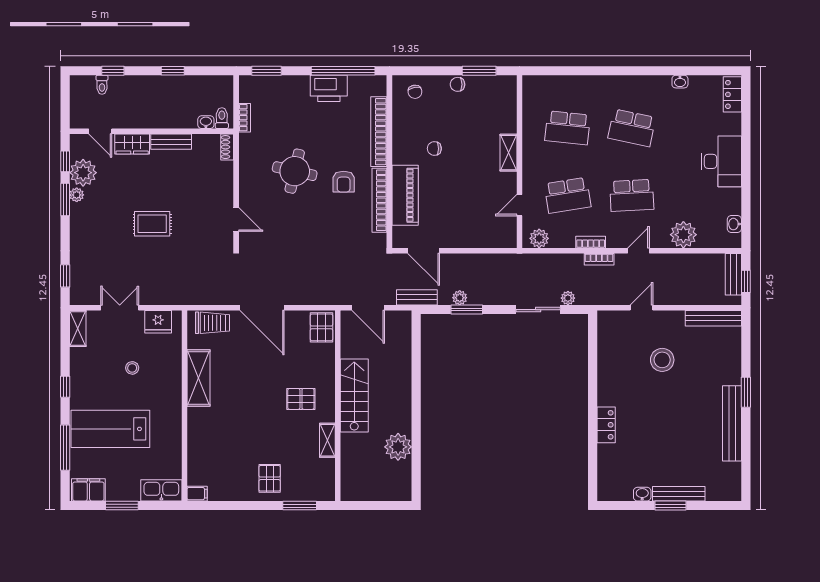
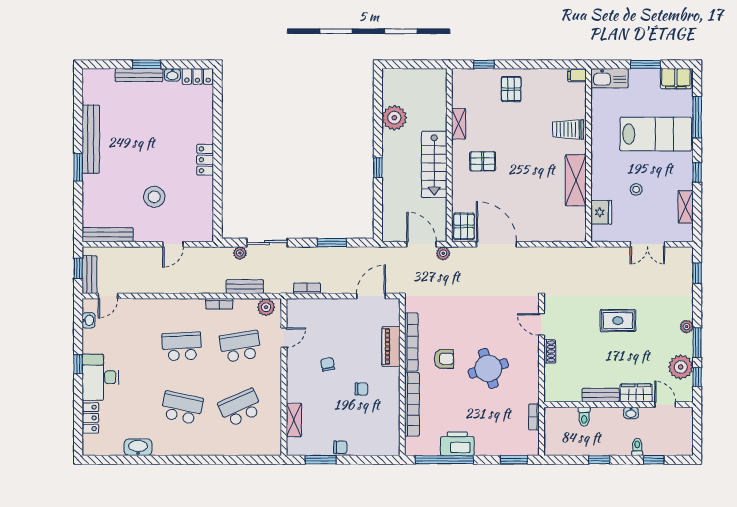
washbasin: (680, 82) -> (138, 447), width x1.91, depth x1.45
toilet: (102, 85) -> (637, 447), moved
chair: (415, 92) -> (328, 364), moved
locker: (732, 94) -> (90, 418), moved
toilet: (222, 118) -> (584, 417), moved
washbasin: (206, 122) -> (631, 413), moved
school desk: (568, 128) -> (240, 408), turned -30
shoe rack: (227, 147) -> (550, 351), moved
shelving: (508, 153) -> (294, 420), moved
round table: (295, 171) -> (488, 368), turned -30
window: (746, 176) -> (78, 364), added
armchair: (344, 182) -> (444, 359), turned 90
plant: (77, 195) -> (687, 327), moved
piano: (405, 195) -> (391, 346), width x0.73, depth x0.75
plant: (683, 235) -> (135, 311), removed
door: (424, 251) -> (371, 296), hinge flipped
door: (638, 251) -> (108, 296), moved
bookcase: (599, 259) -> (307, 288), moved
bench: (417, 297) -> (245, 287), moved
plant: (460, 298) -> (443, 253), moved
door: (262, 308) -> (497, 244), moved
fridge: (158, 322) -> (601, 212), moved, turned 90
trolley: (212, 323) -> (568, 129), moved
shelving: (78, 329) -> (686, 207), moved
window: (416, 392) -> (378, 168), added
locker: (606, 425) -> (205, 160), moved
locker: (615, 492) -> (197, 76), added
window: (300, 506) -> (484, 64), width x0.67

